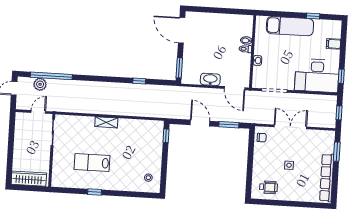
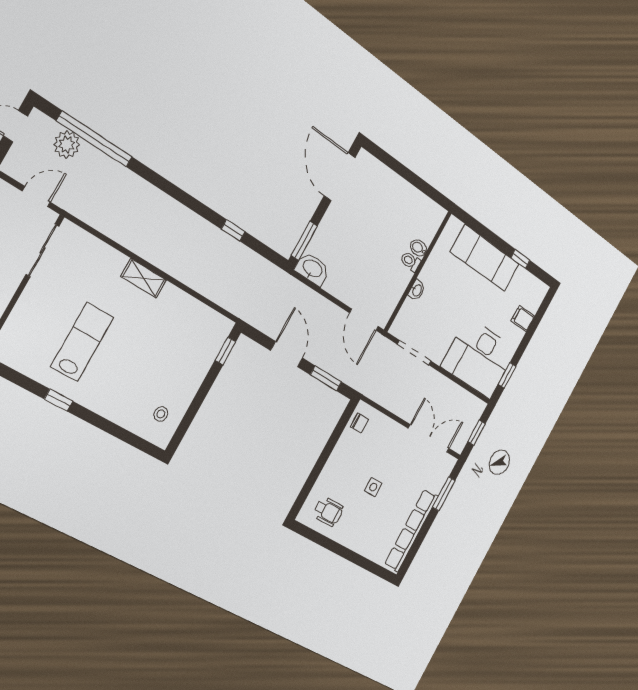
washbasin: (210, 79) -> (312, 269), moved
double door: (290, 127) -> (429, 438), moved
lab bench: (92, 162) -> (82, 342), turned 90

